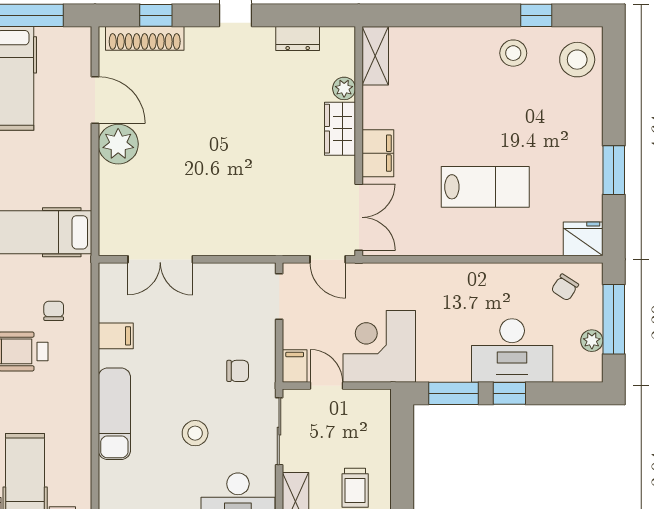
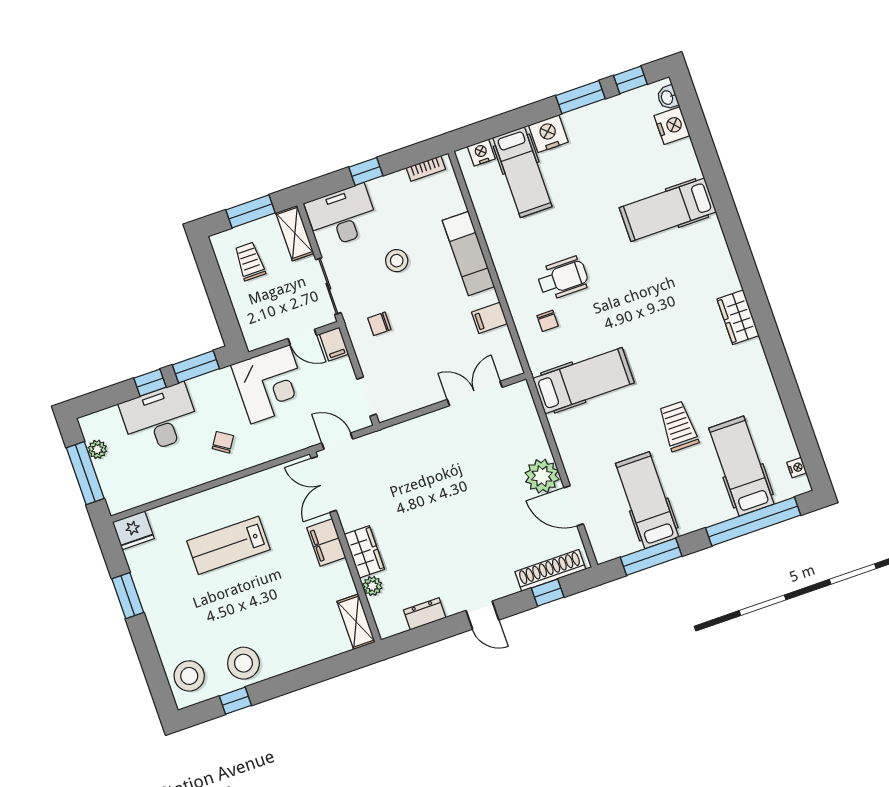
stool: (513, 53) -> (243, 663), width x1.38, depth x1.38
chair: (565, 287) -> (223, 442), moved

